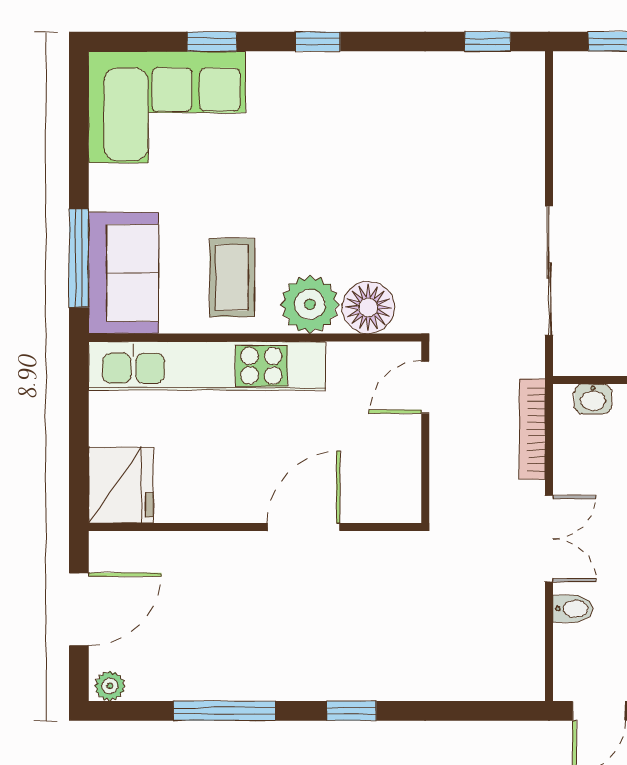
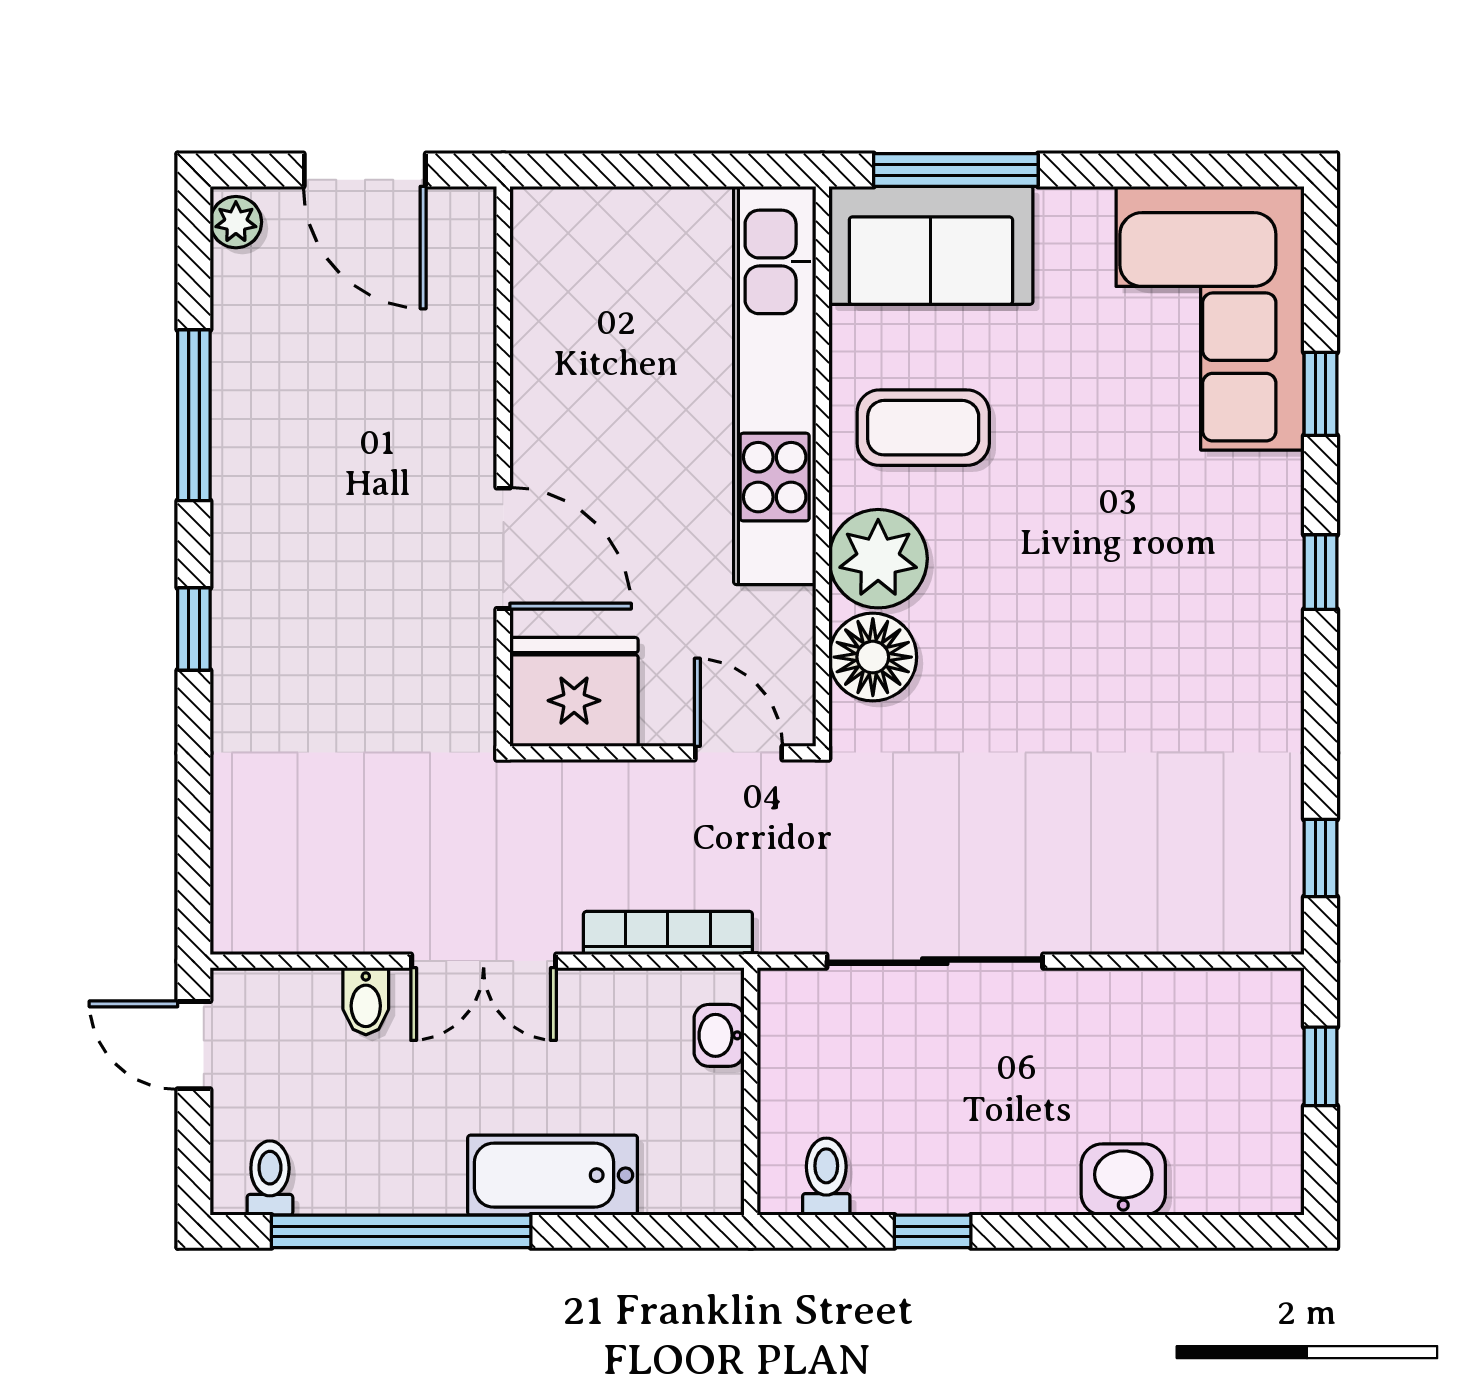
fridge: (121, 485) -> (574, 692), moved, turned 180

